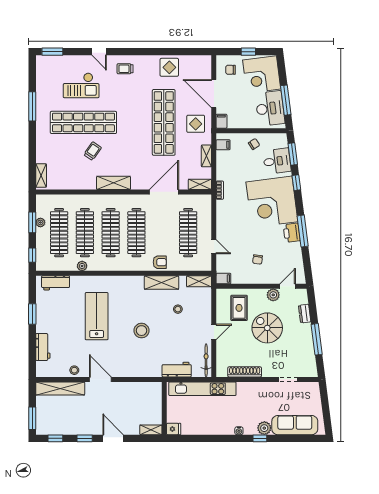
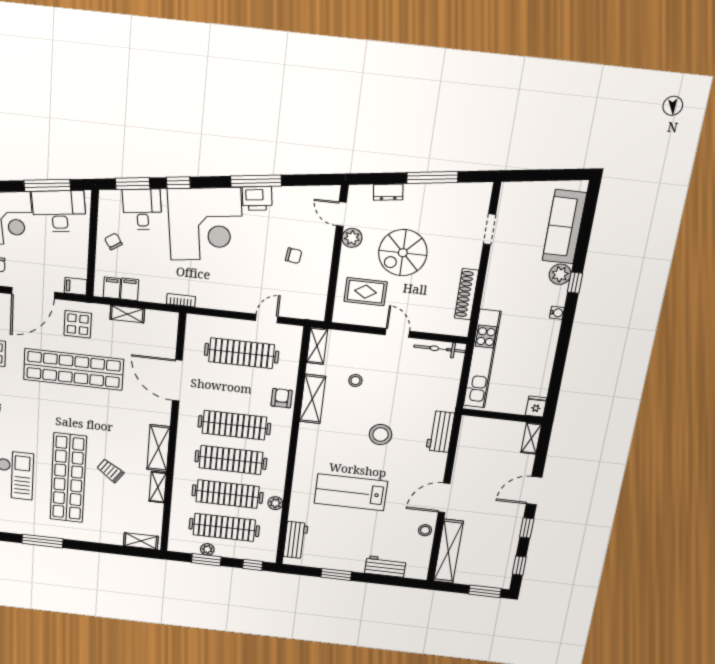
shelving: (200, 184) -> (158, 487), moved
filing cabinet: (223, 278) -> (130, 289), moved
workbench: (177, 370) -> (440, 432), moved

